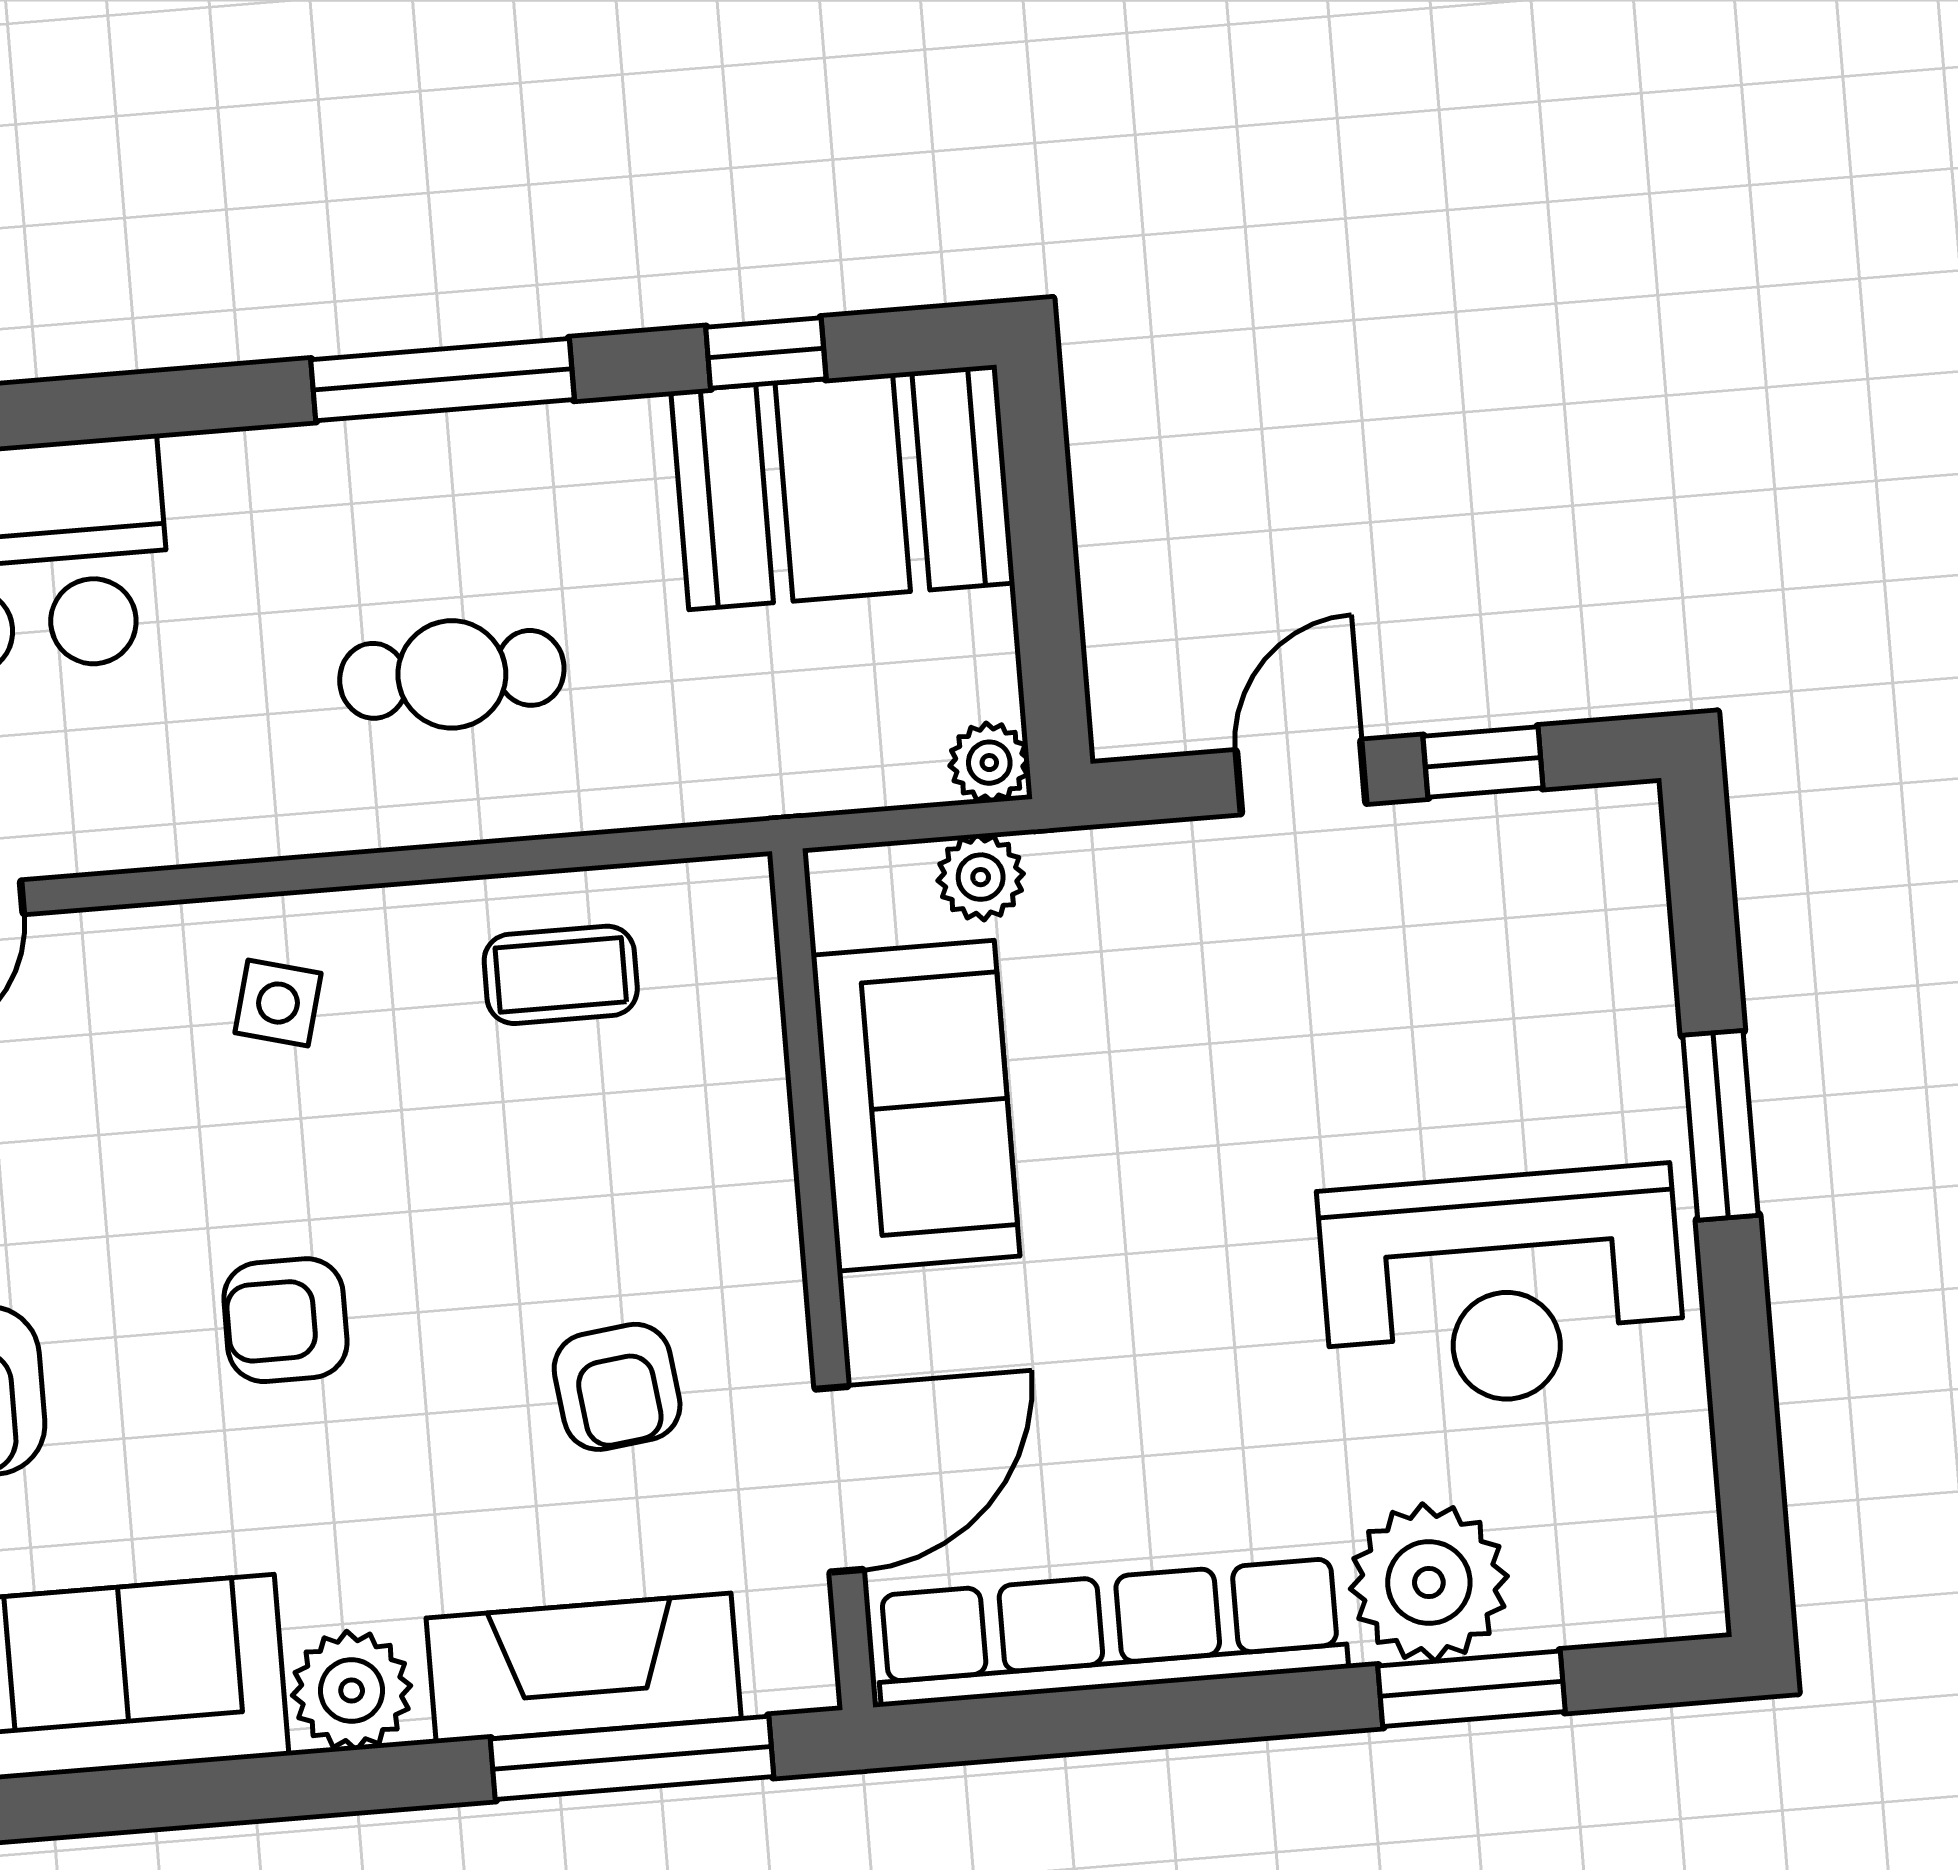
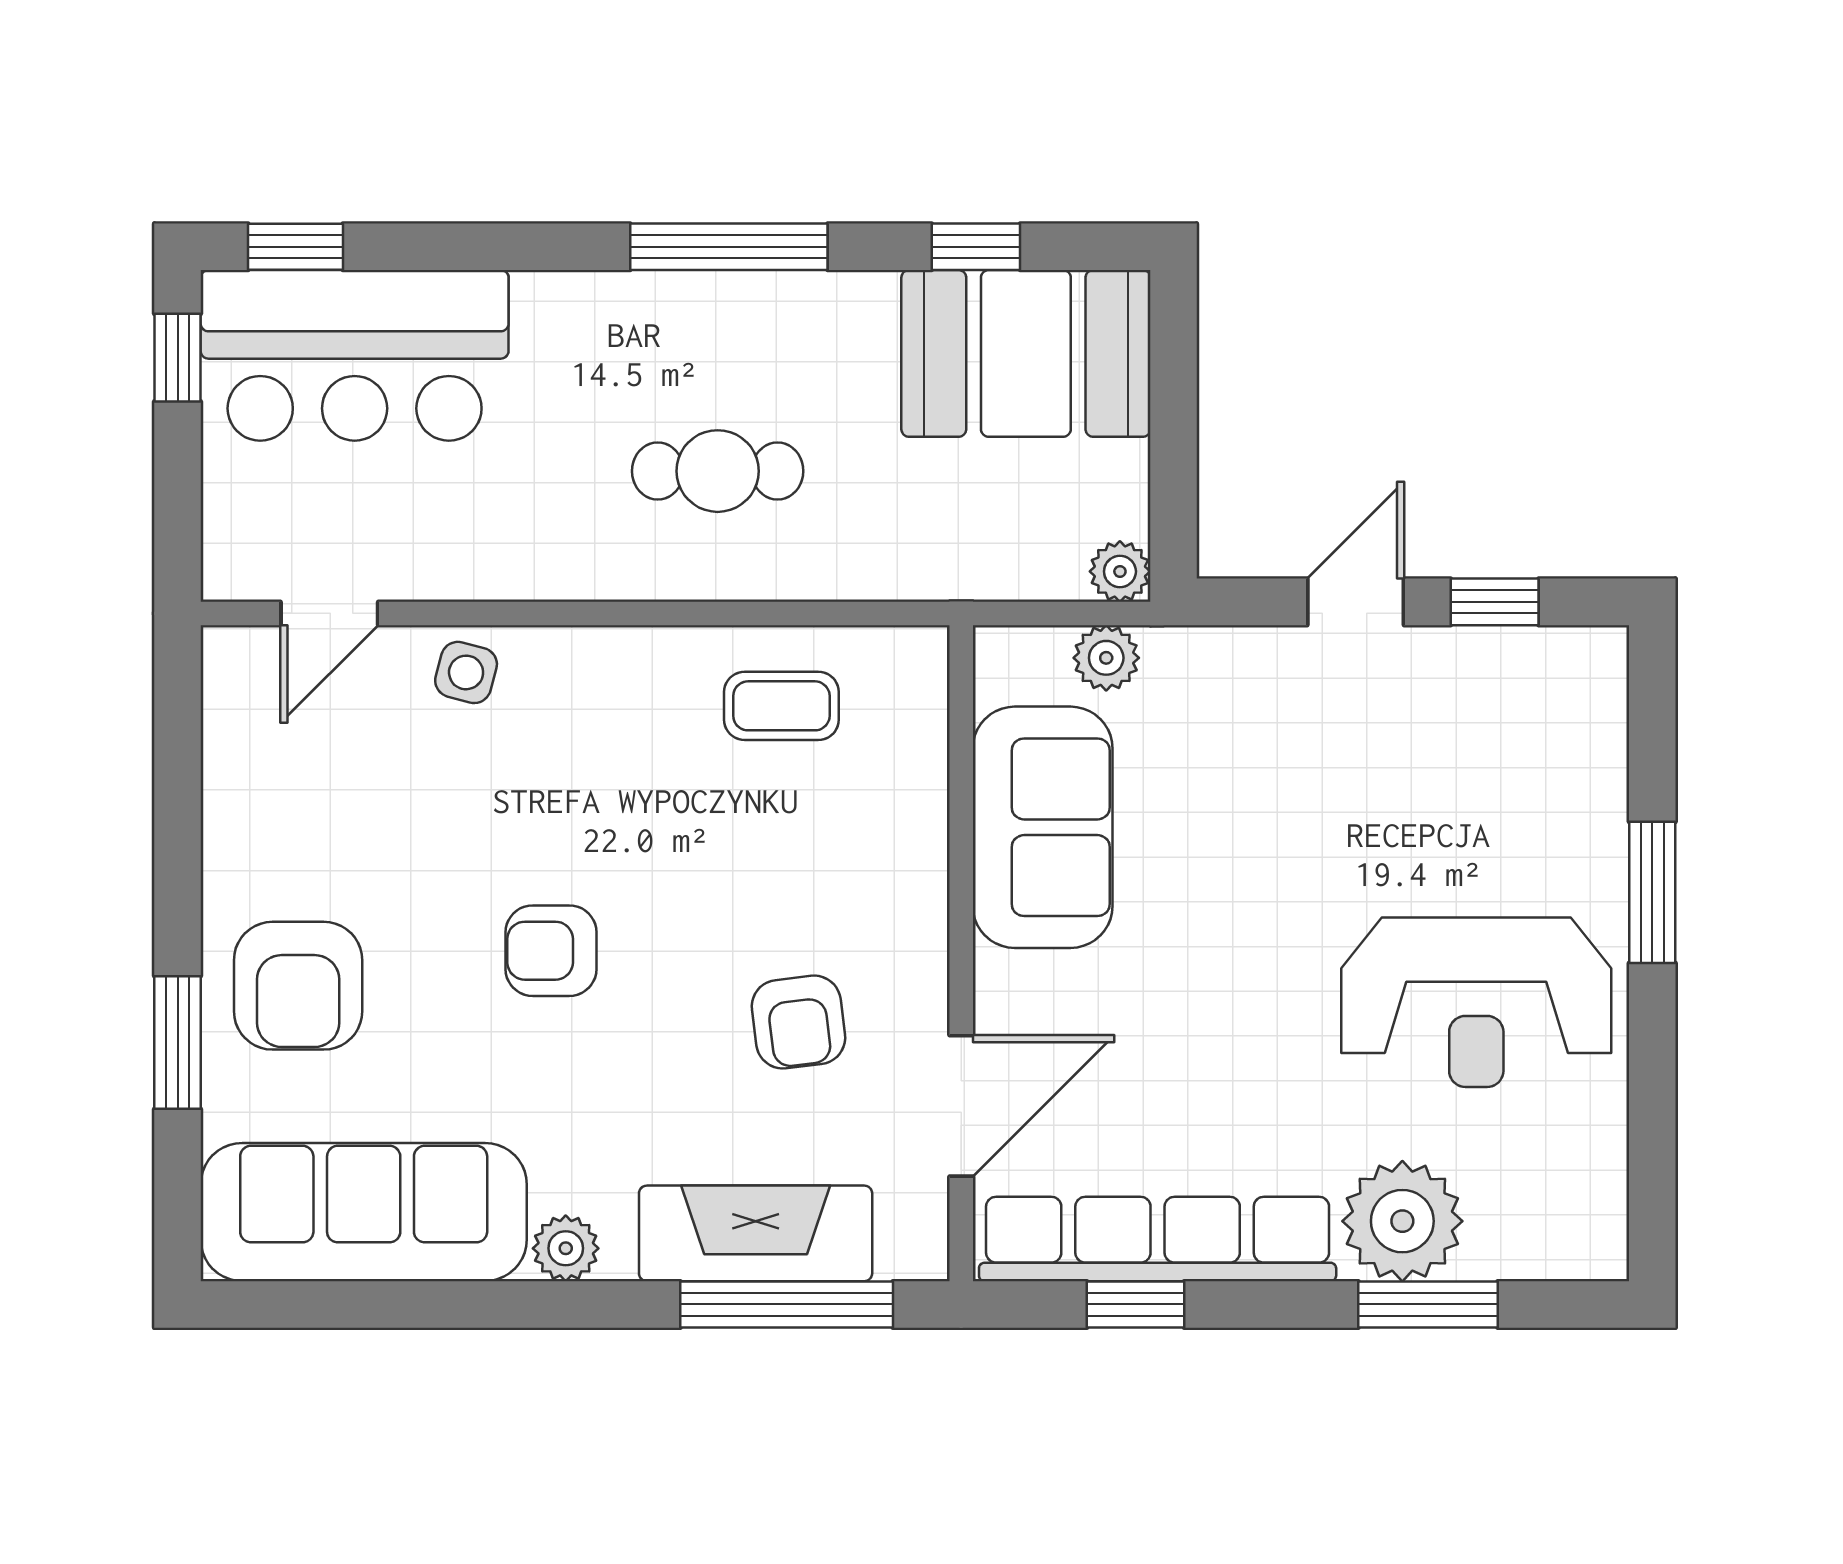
side table: (278, 1003) -> (466, 672), moved
plant: (352, 1691) -> (566, 1248), width x0.73, depth x0.73
window: (1089, 1720) -> (1136, 1304), added

